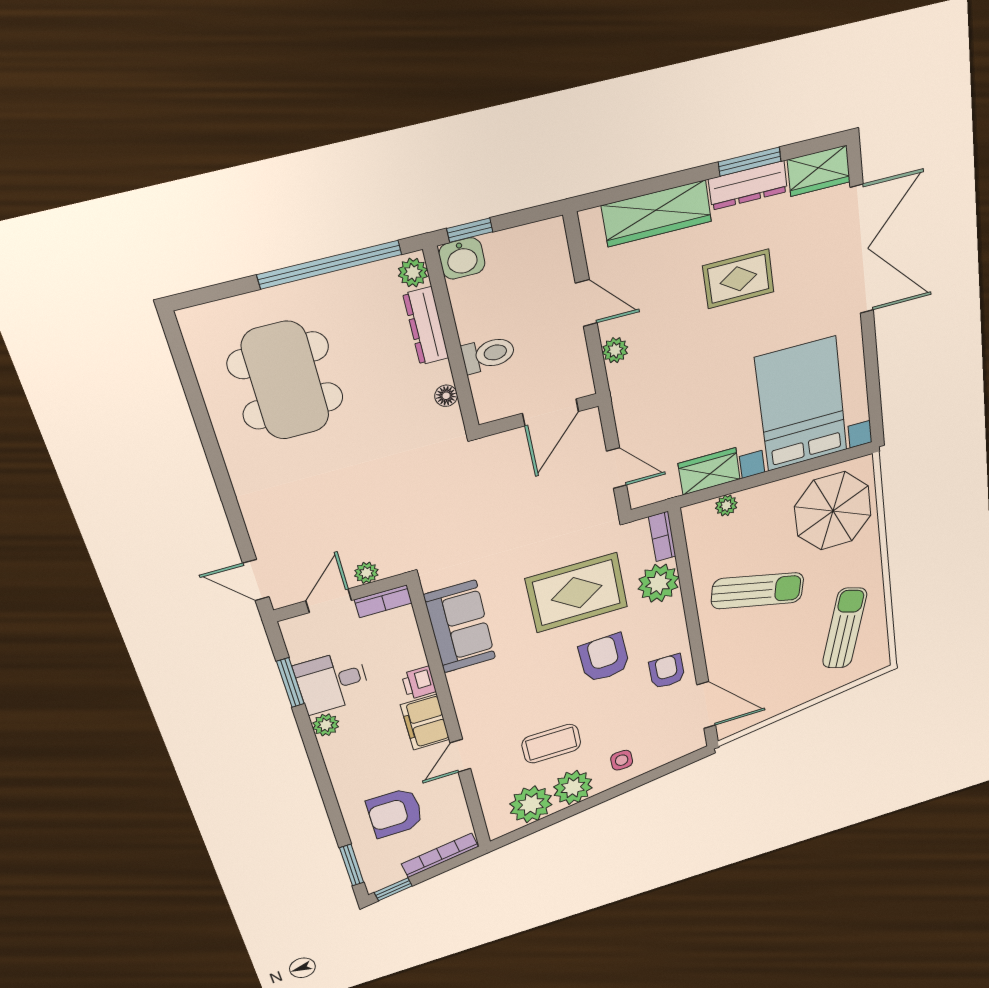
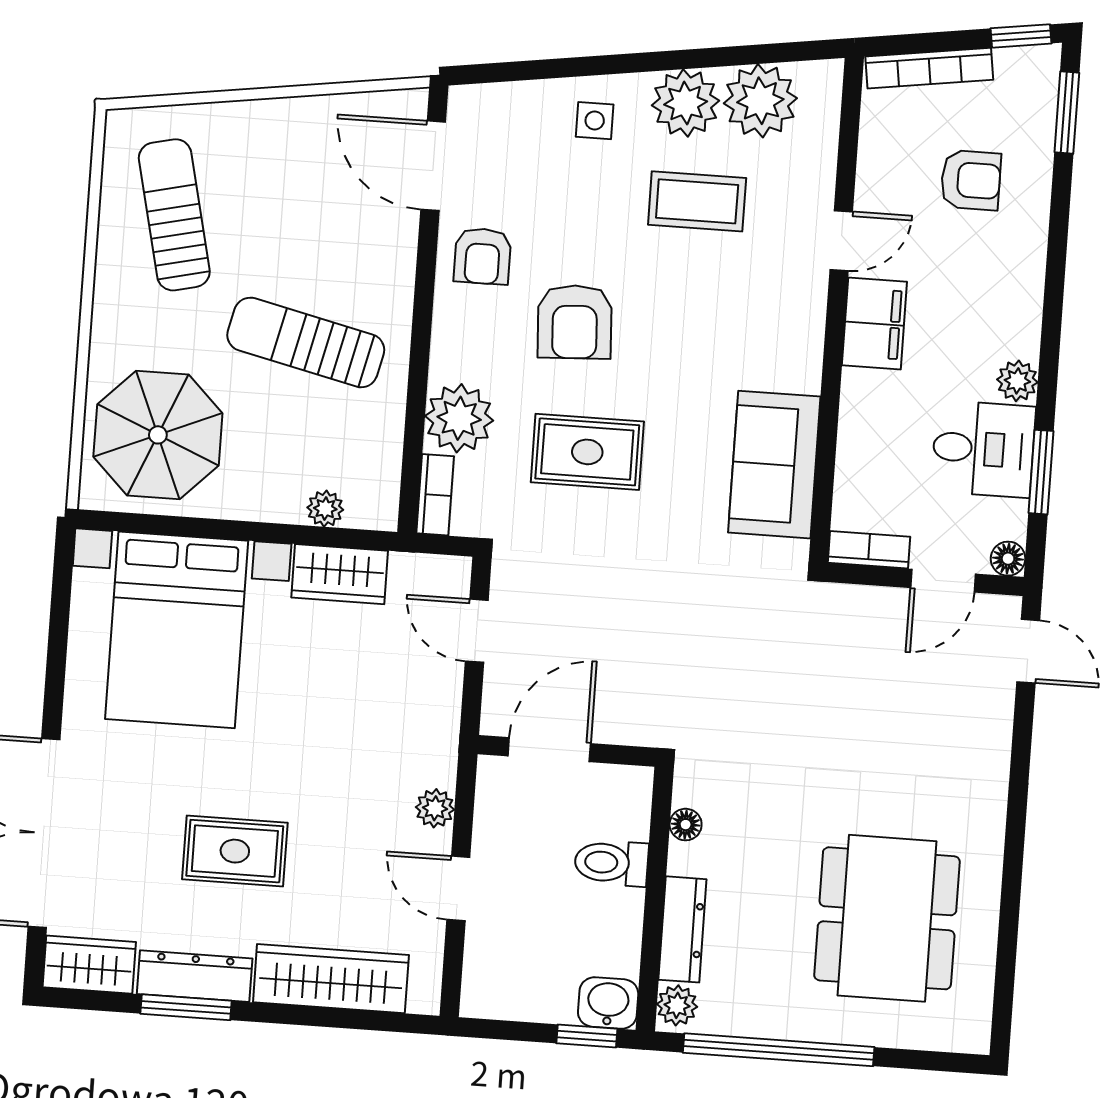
plant: (366, 573) -> (877, 604), removed
rug: (577, 593) -> (587, 452), width x0.73, depth x0.70
floor lamp: (292, 628) -> (1008, 559), added
sun lounger: (845, 628) -> (174, 215), turned 149
printer: (419, 683) -> (862, 395), removed
armchair: (395, 813) -> (971, 180), width x0.72, depth x0.72

